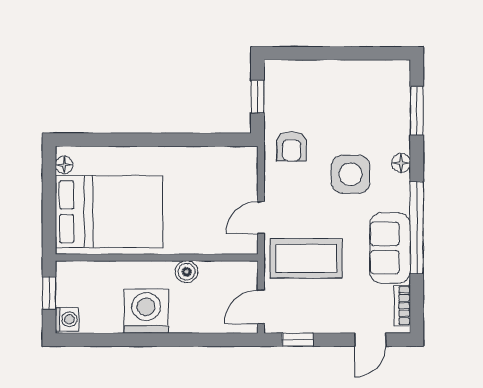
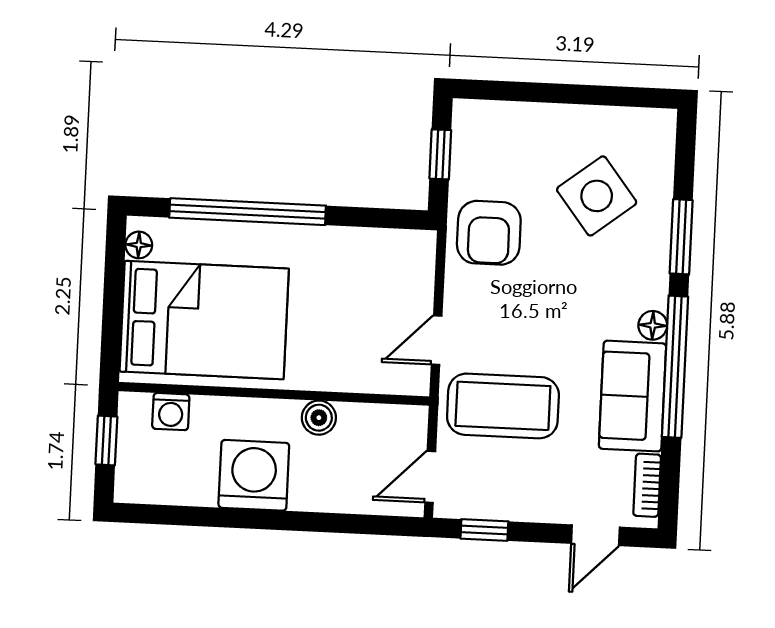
window: (417, 111) -> (681, 237), moved
window: (134, 140) -> (248, 212), added
armchair: (292, 146) -> (489, 233), width x1.38, depth x1.38
floor lamp: (401, 163) -> (653, 325), moved
side table: (350, 174) -> (597, 196), moved, turned -38
washing machine: (67, 319) -> (171, 412), moved, turned 90

